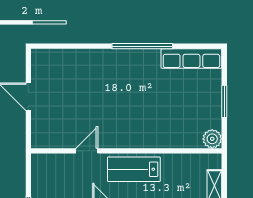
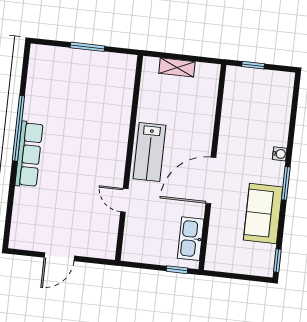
row of seats: (191, 59) -> (29, 154), moved
plant: (212, 139) -> (126, 64), removed

